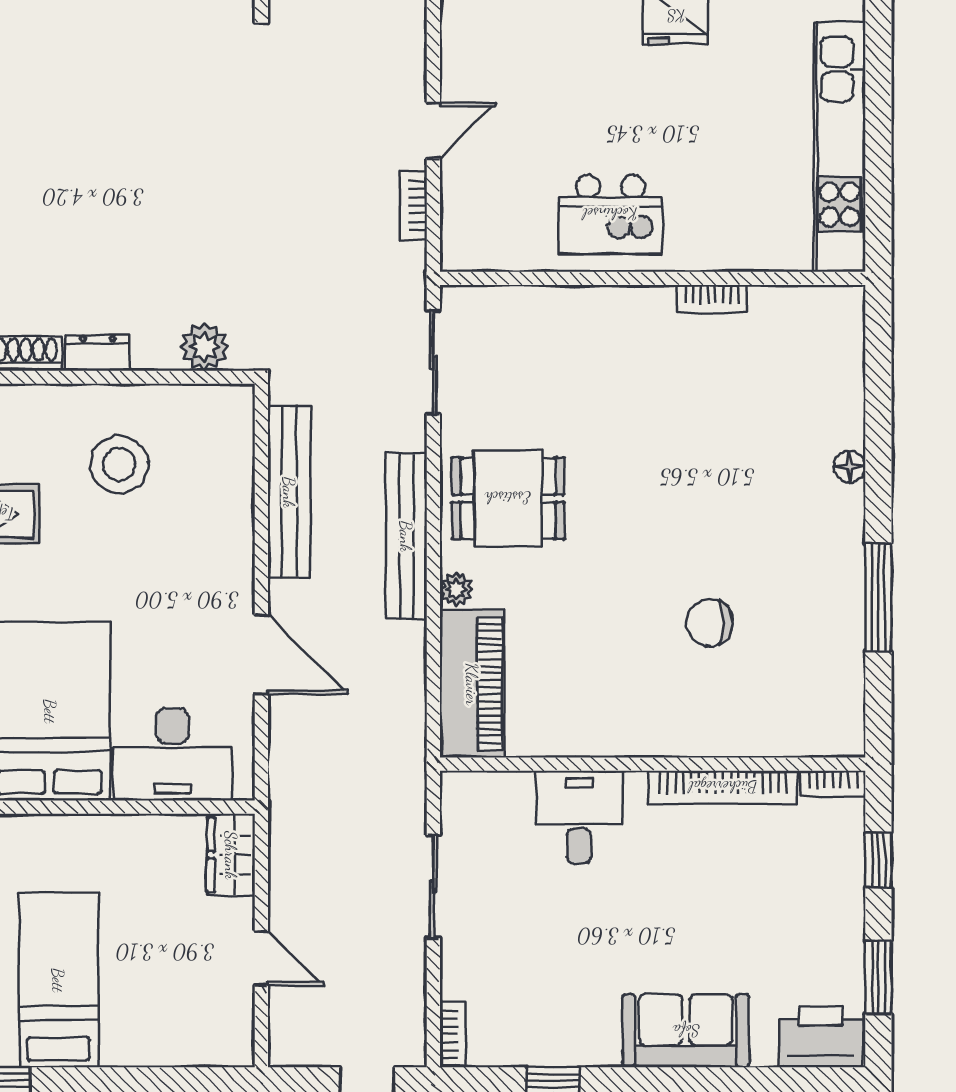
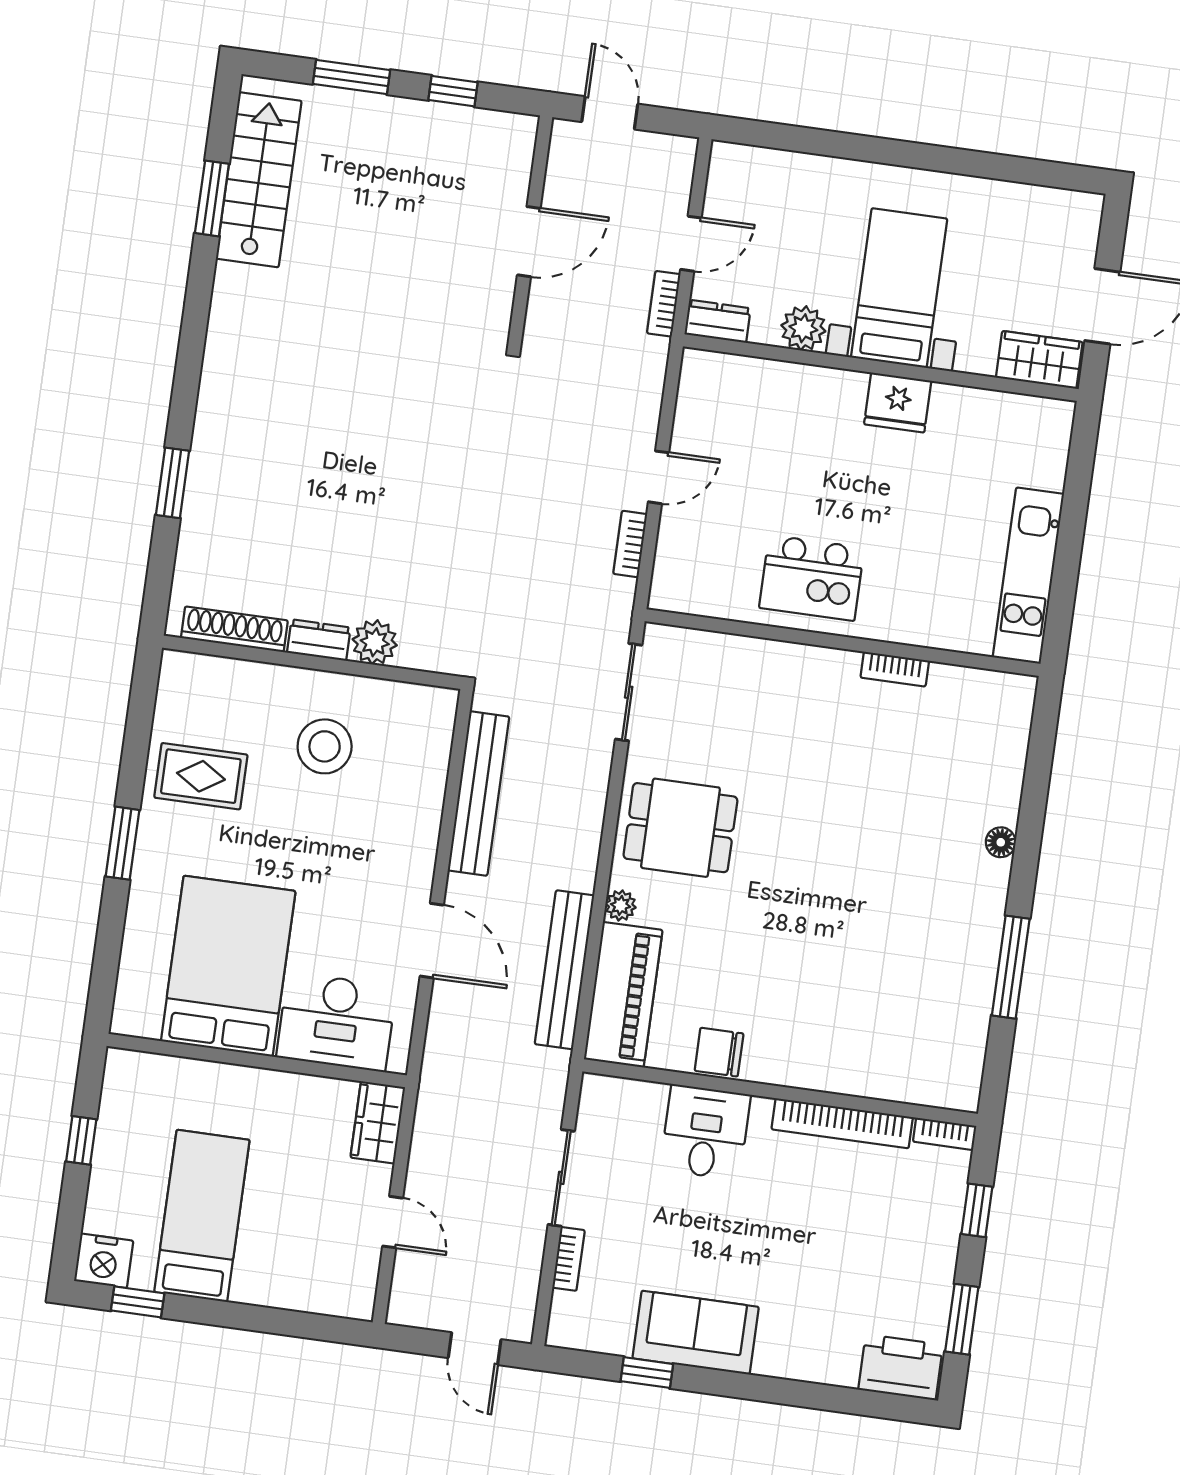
kitchen unit: (840, 147) -> (1028, 576), width x0.73
plant: (205, 347) -> (375, 642), moved
bench: (406, 536) -> (564, 970), moved
chair: (709, 623) -> (719, 1052), moved
sofa: (686, 1031) -> (696, 1333), moved
bookcase: (453, 1034) -> (568, 1259), moved

